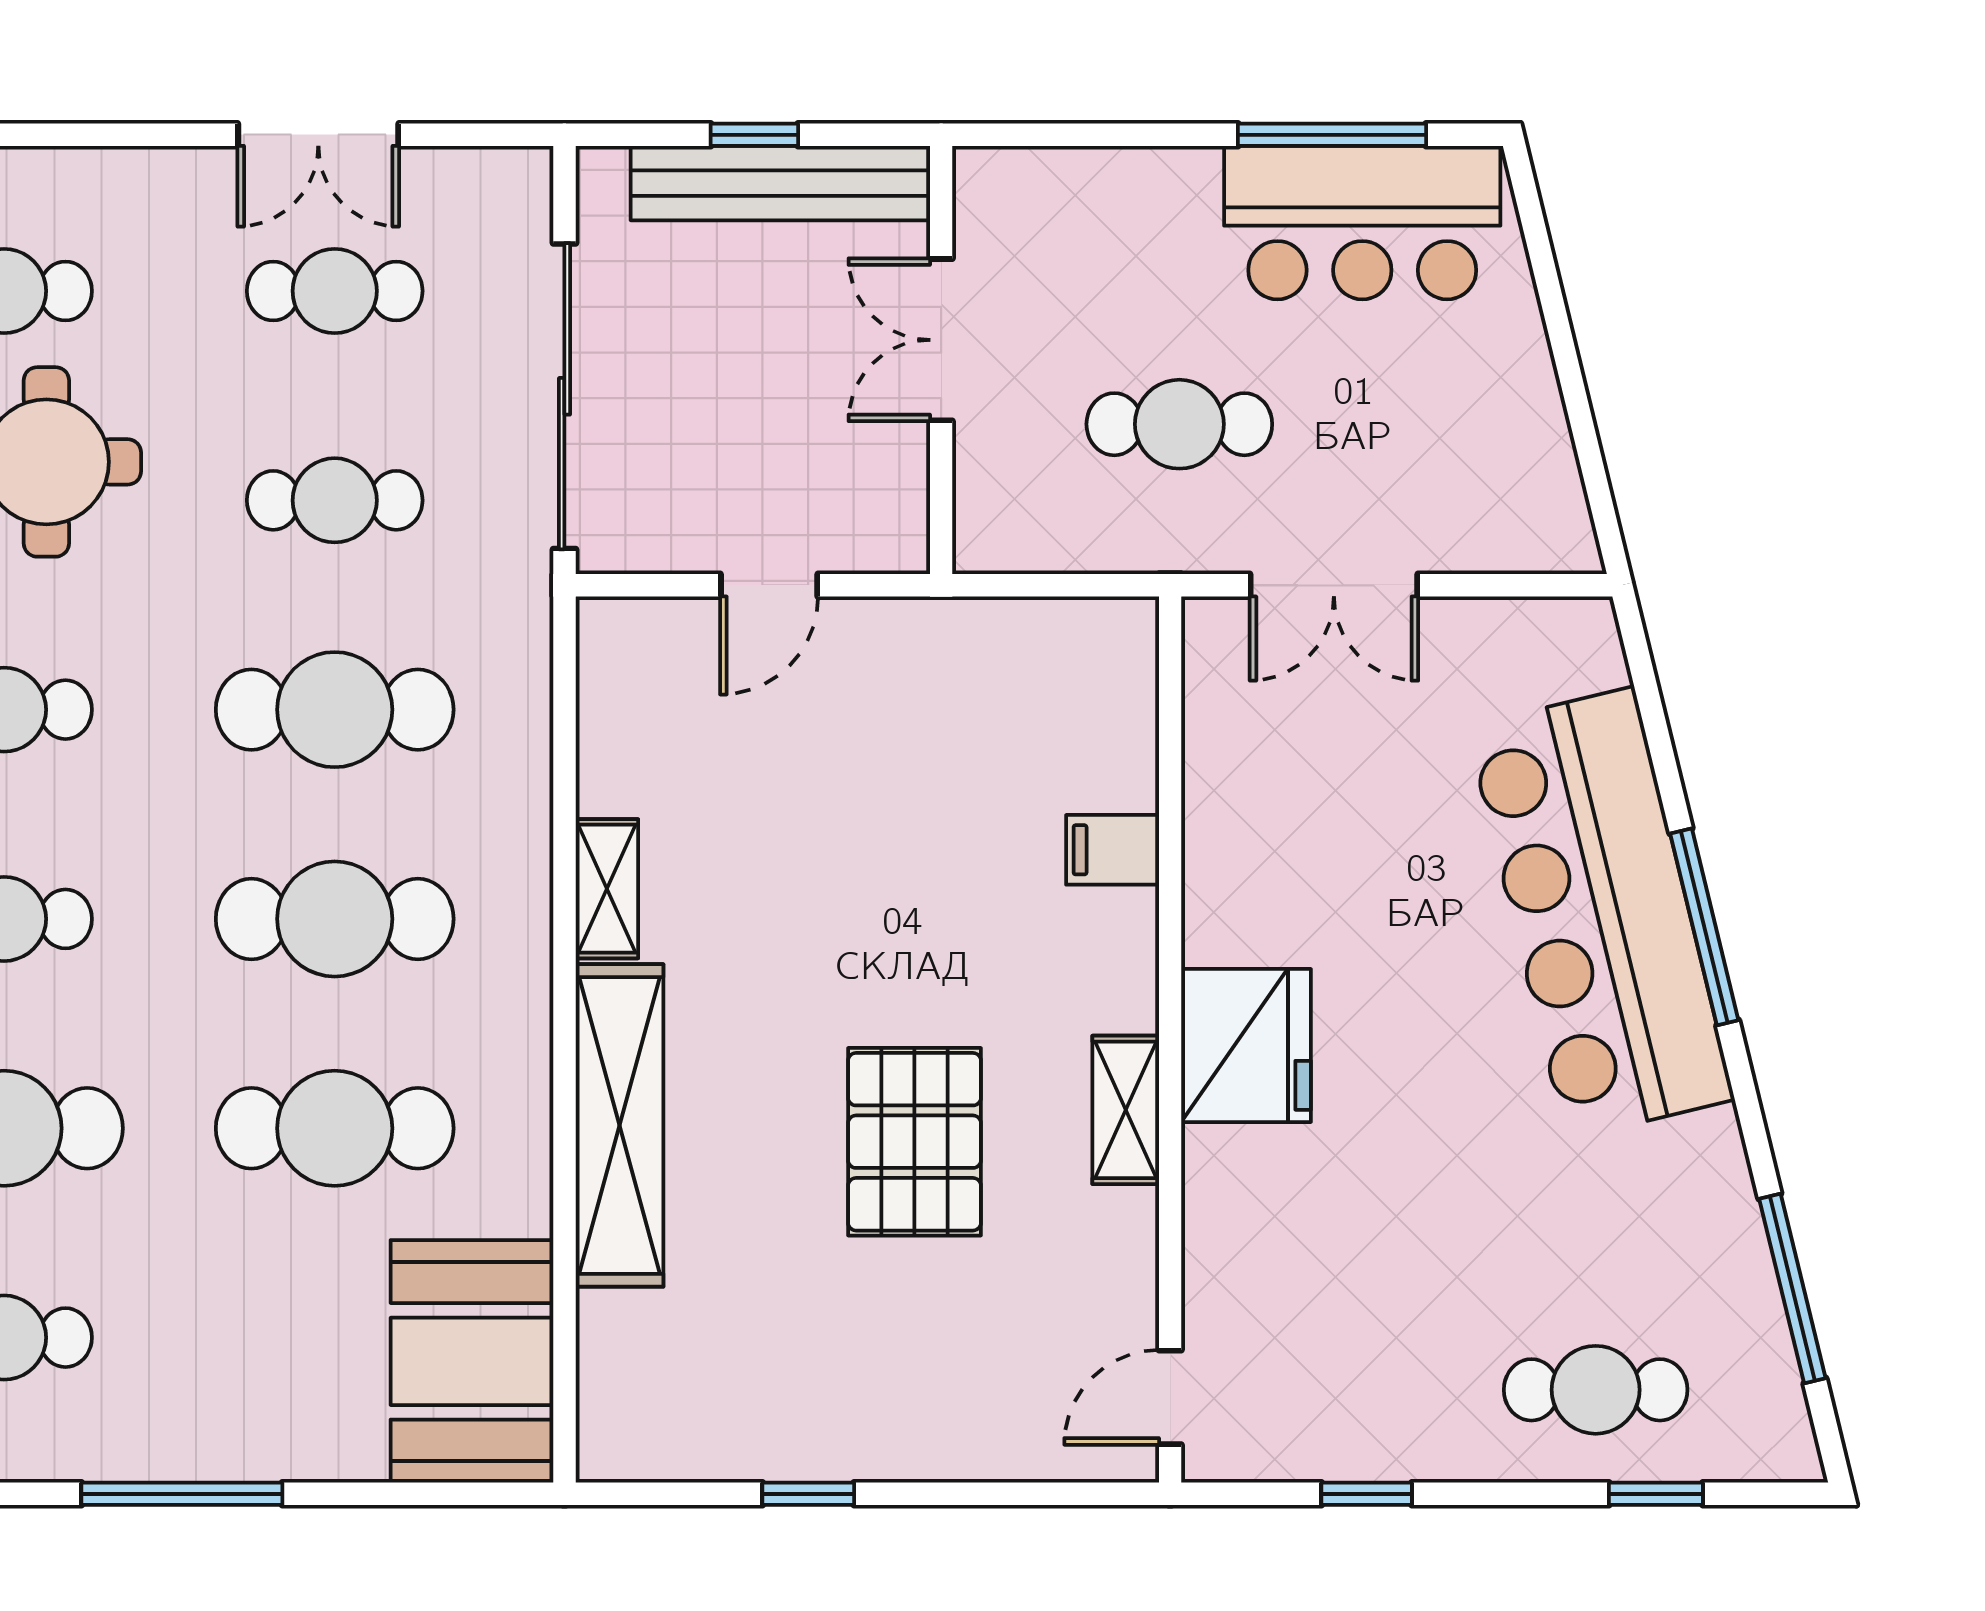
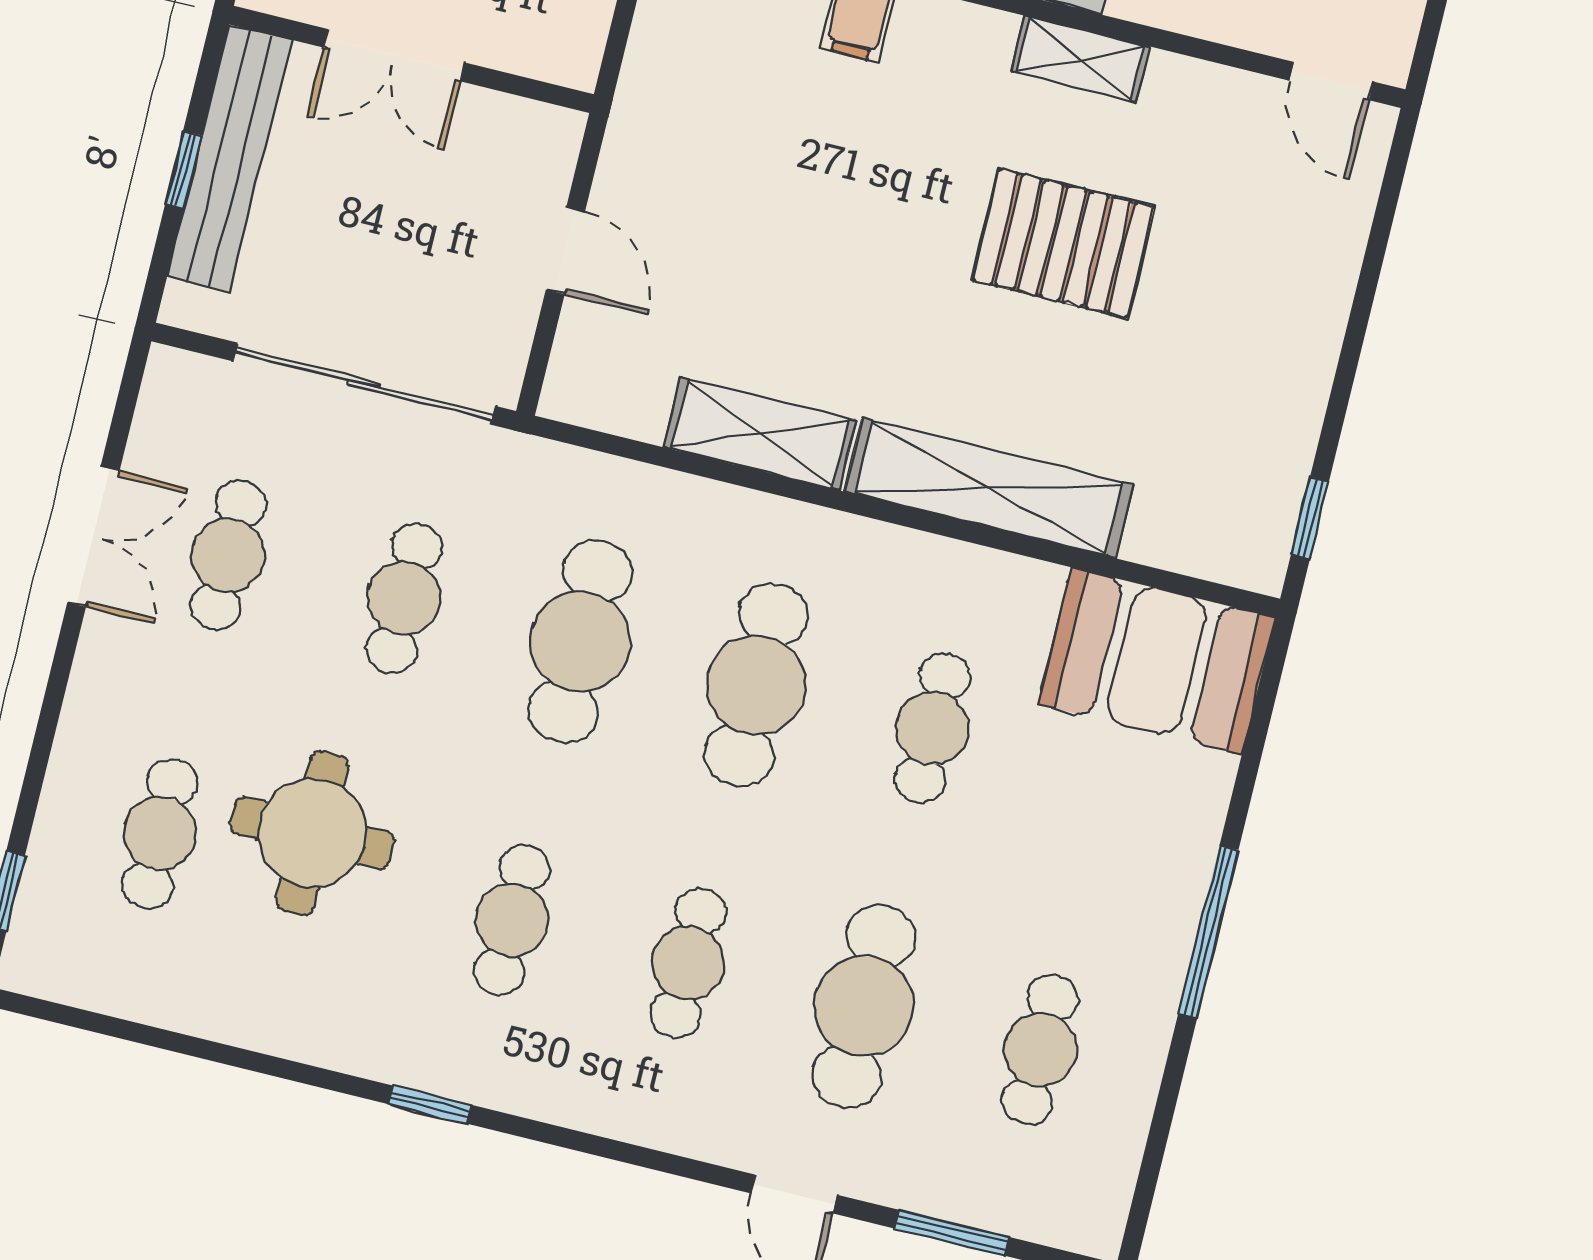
shelving: (607, 889) -> (760, 434), width x1.50, depth x1.33
cafe table: (335, 1128) -> (932, 728), width x0.73, depth x0.74
window: (808, 1494) -> (1310, 518), moved

